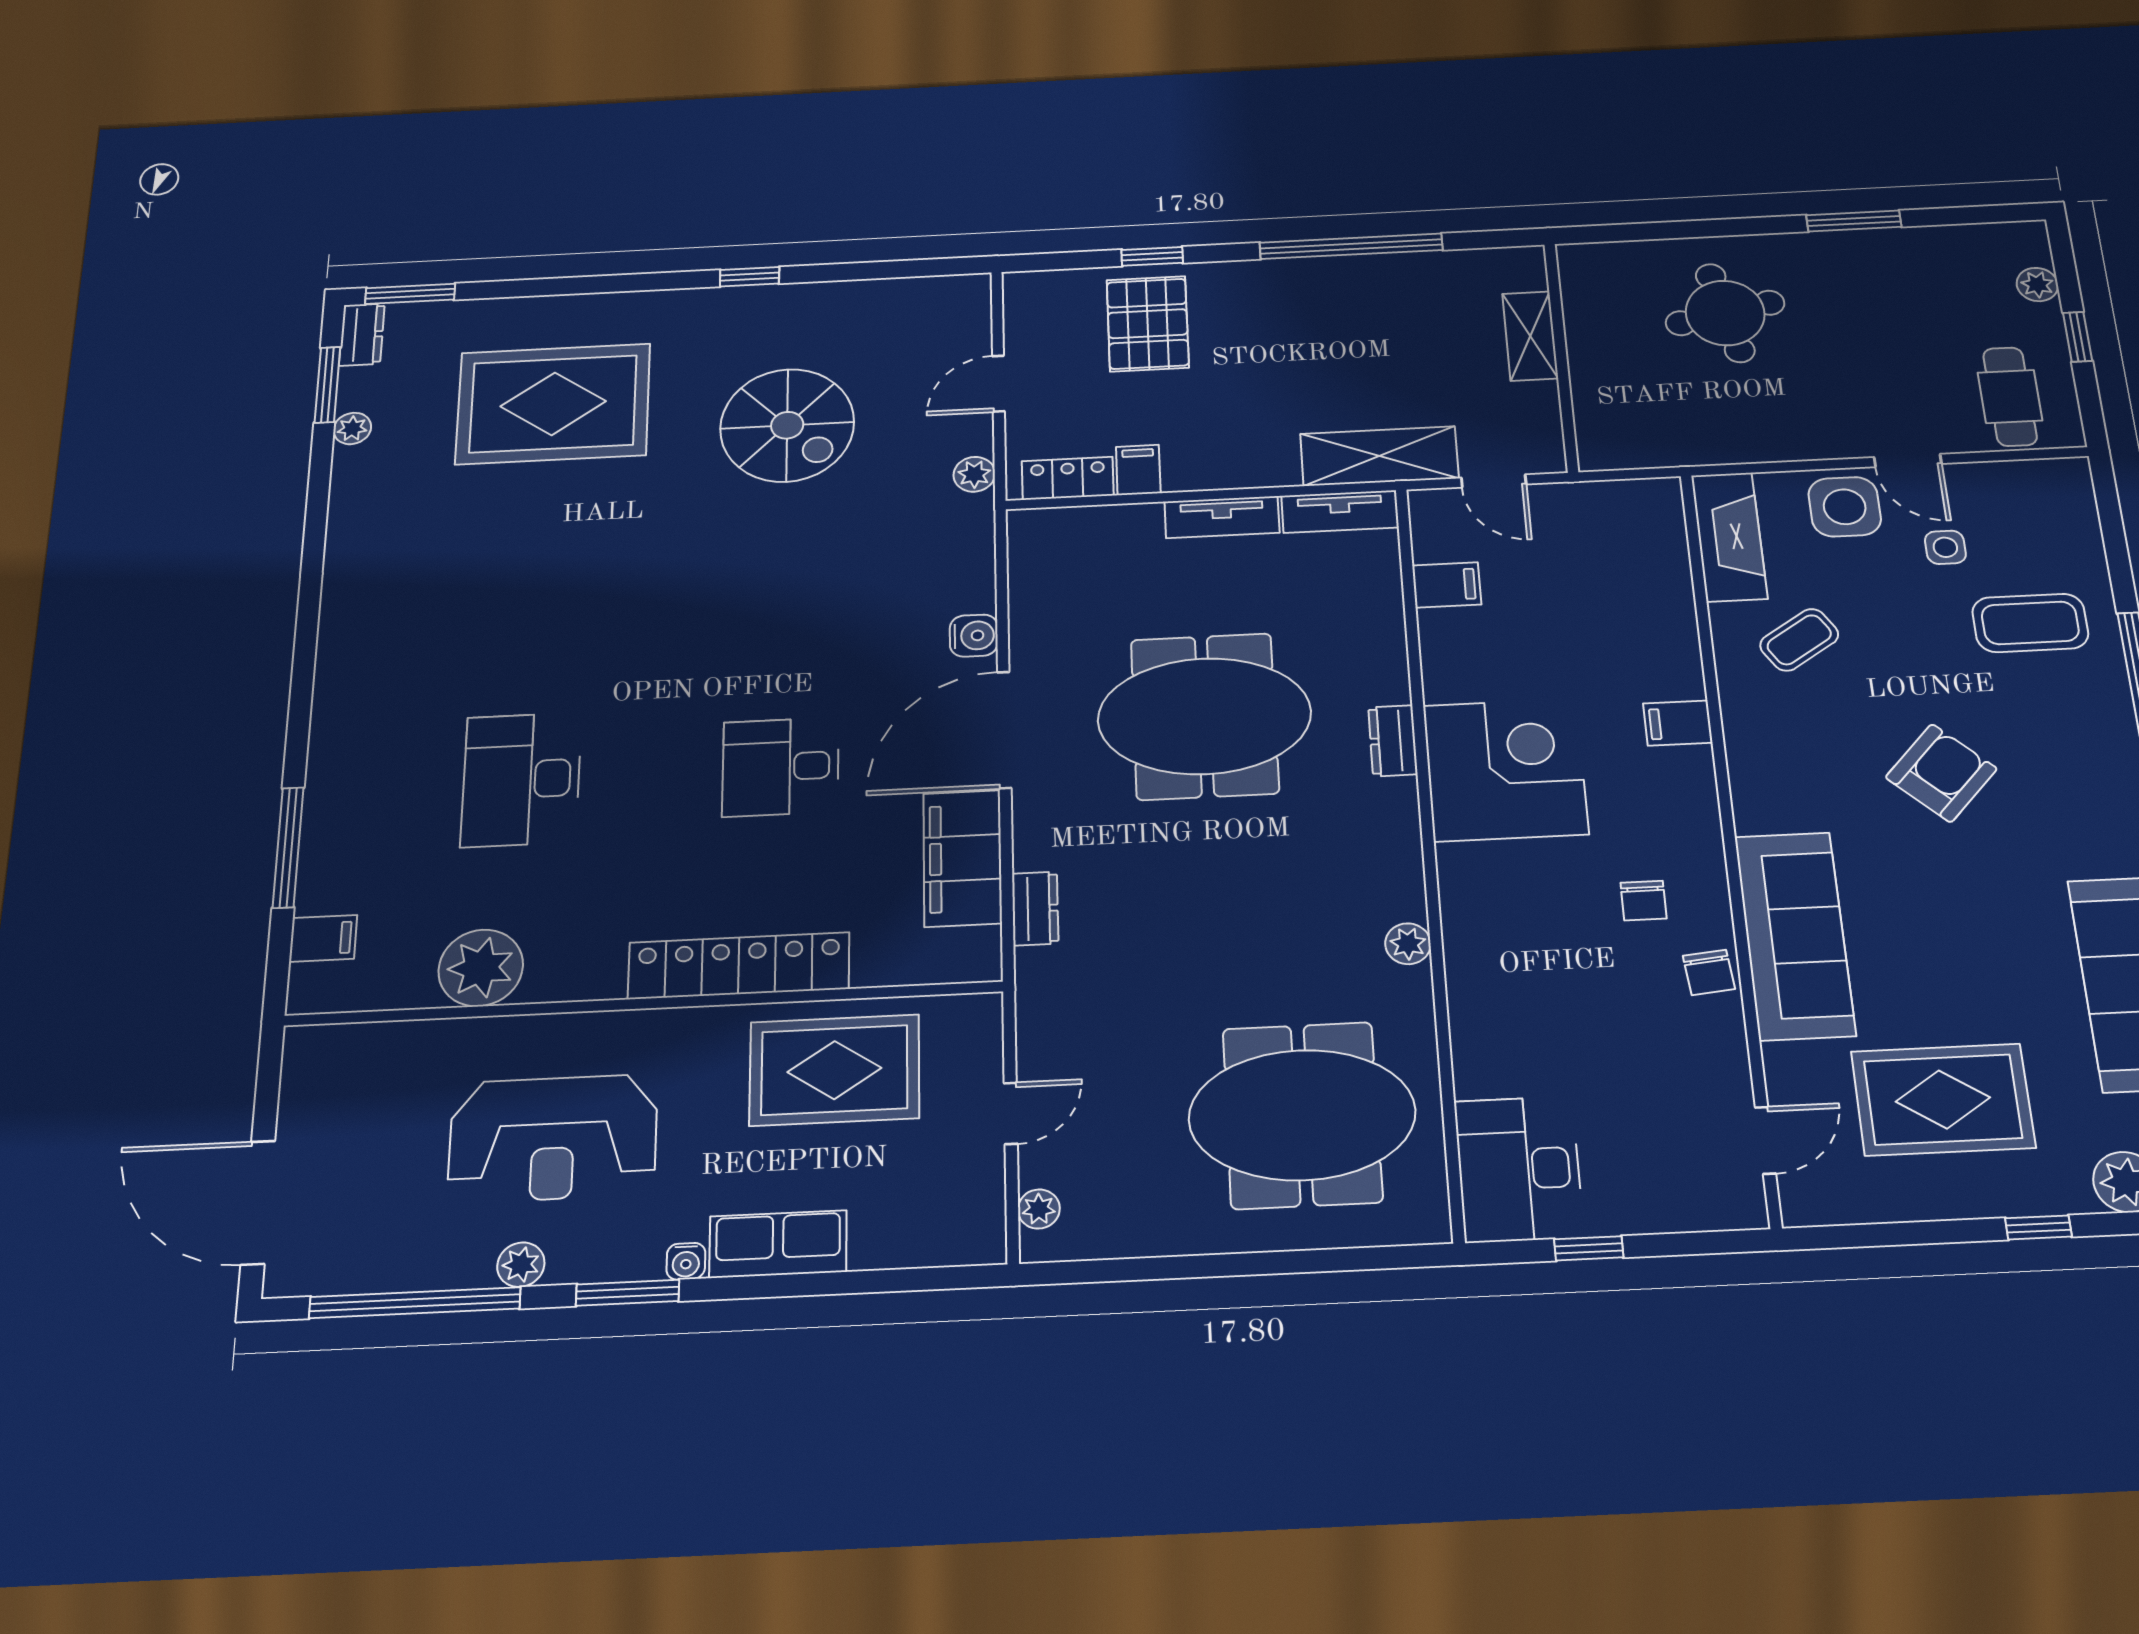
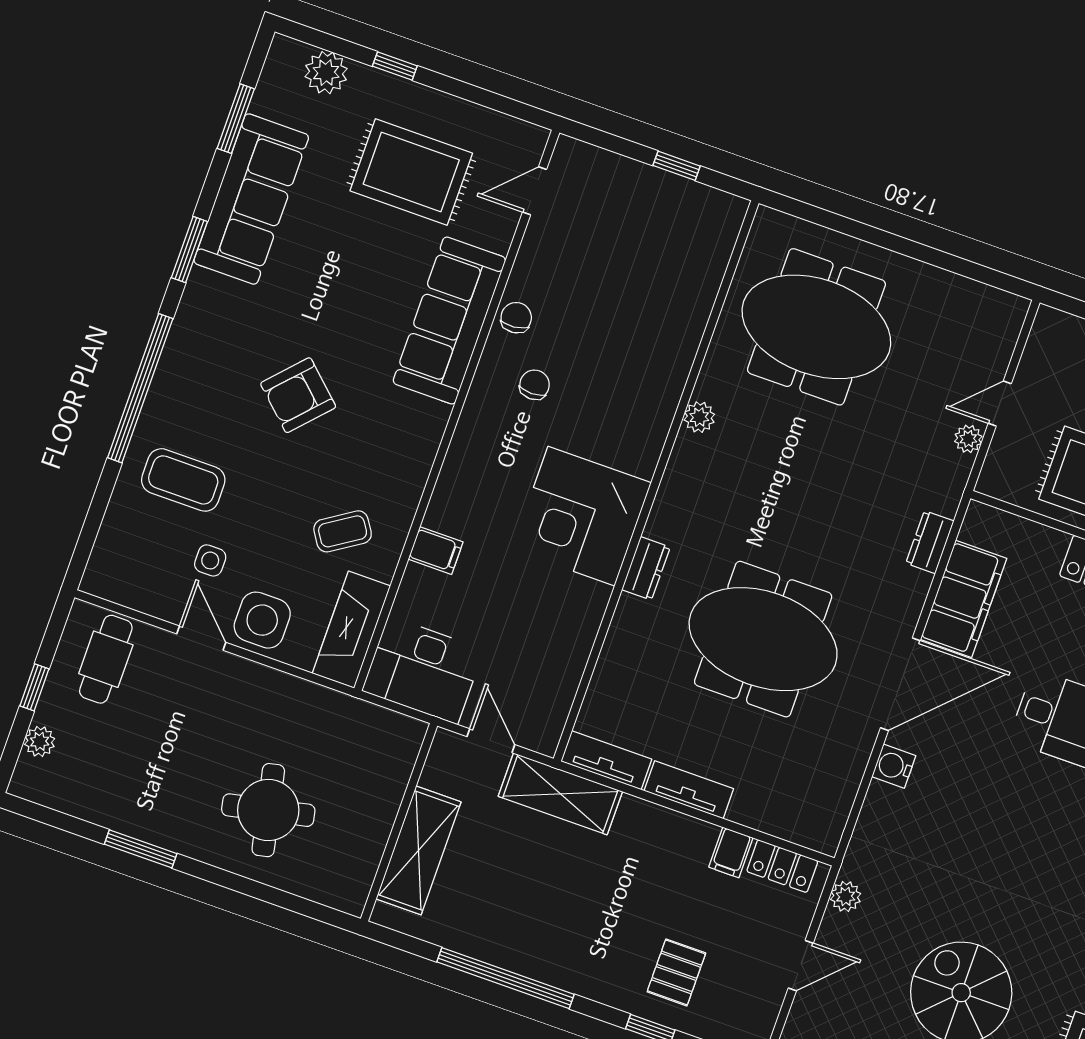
pallet: (1148, 324) -> (676, 972), width x0.67, depth x0.71
shelving: (1530, 336) -> (418, 850), width x1.50, depth x1.33
filing cabinet: (1447, 585) -> (559, 672), removed
filing cabinet: (1678, 723) -> (436, 551), moved
desk: (1519, 1169) -> (423, 670), moved, turned 90
plant: (1039, 1209) -> (968, 439), moved

